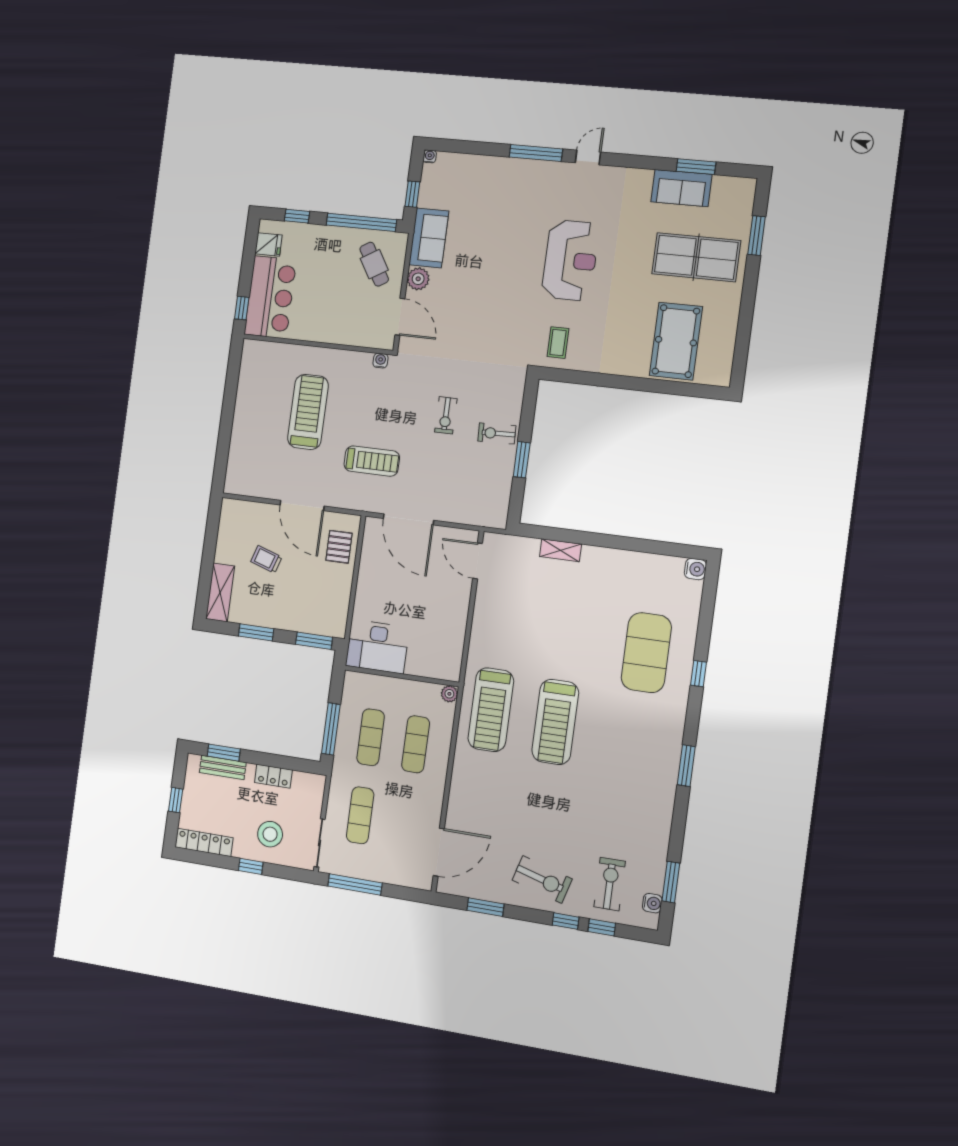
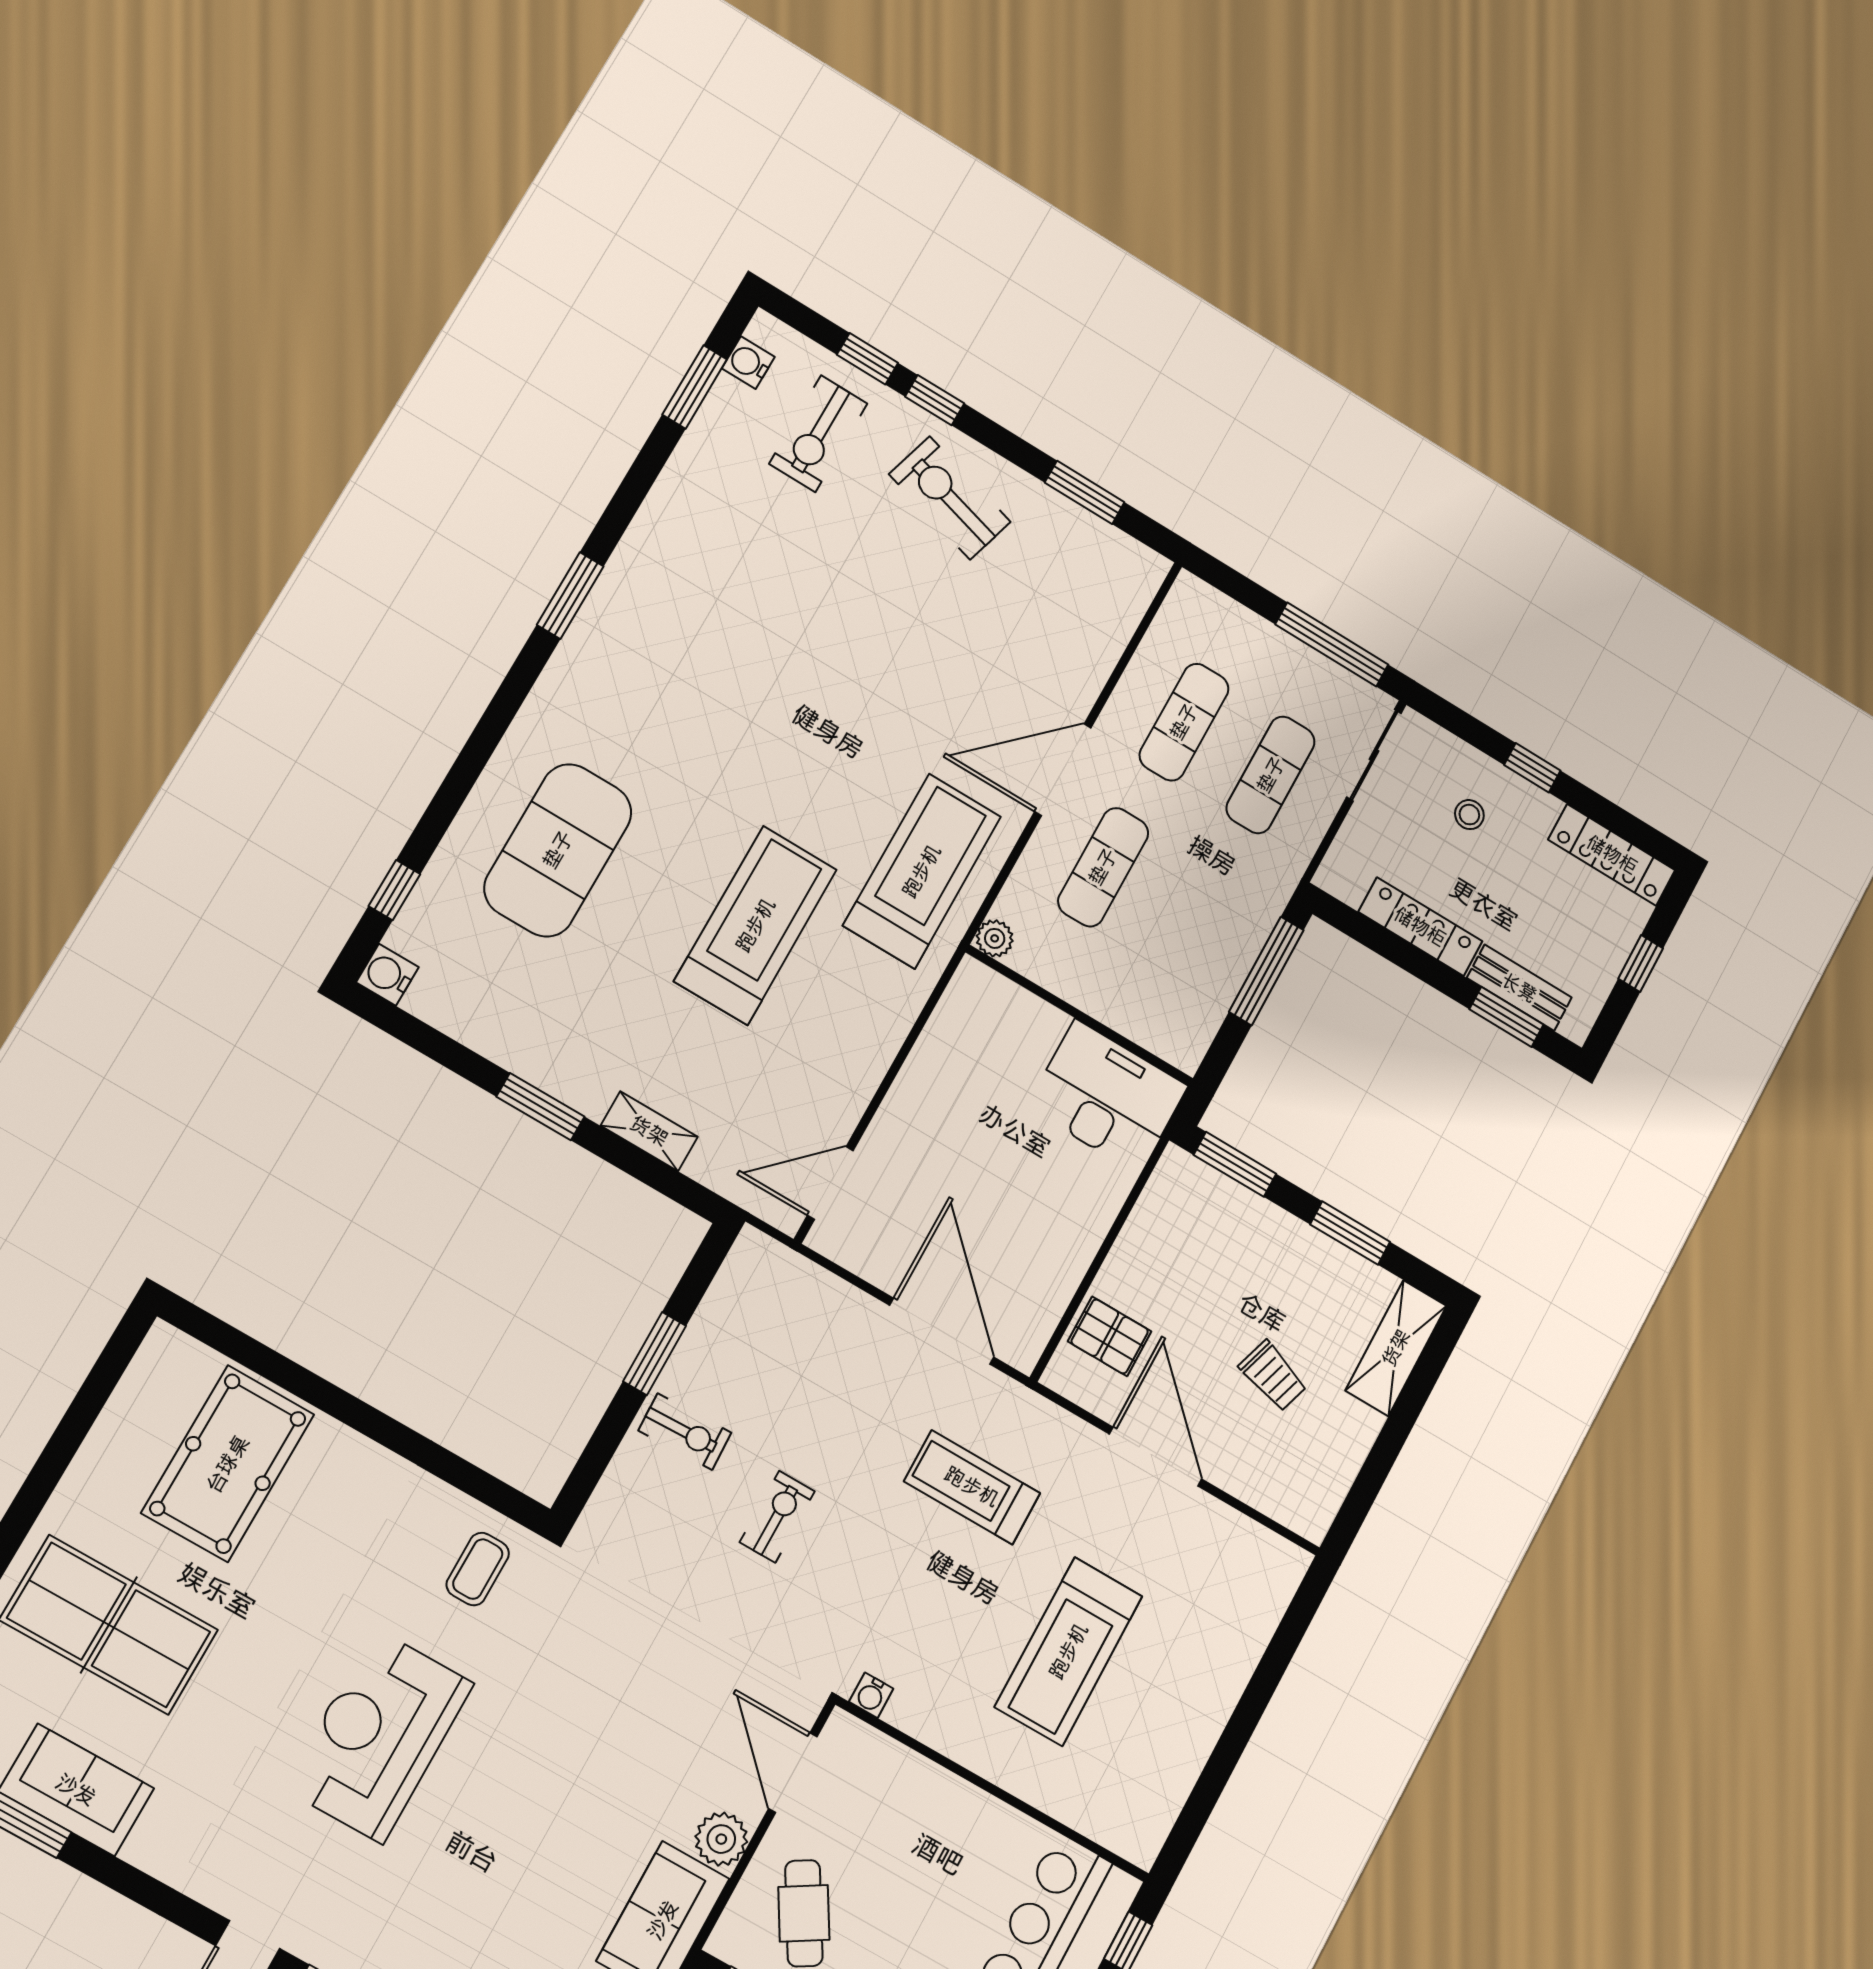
window: (609, 541) -> (540, 1107), added
pallet: (339, 547) -> (1110, 1336), turned 90
door: (478, 561) -> (830, 1183), swing flipped
window: (698, 674) -> (394, 890), moved
treadmill: (555, 722) -> (756, 925), moved
exercise mat: (371, 737) -> (1184, 722), moved
locker: (273, 776) -> (1420, 927), width x1.53
stool: (270, 834) -> (1469, 815), width x0.53, depth x0.53
door: (439, 852) -> (1063, 770), moved

